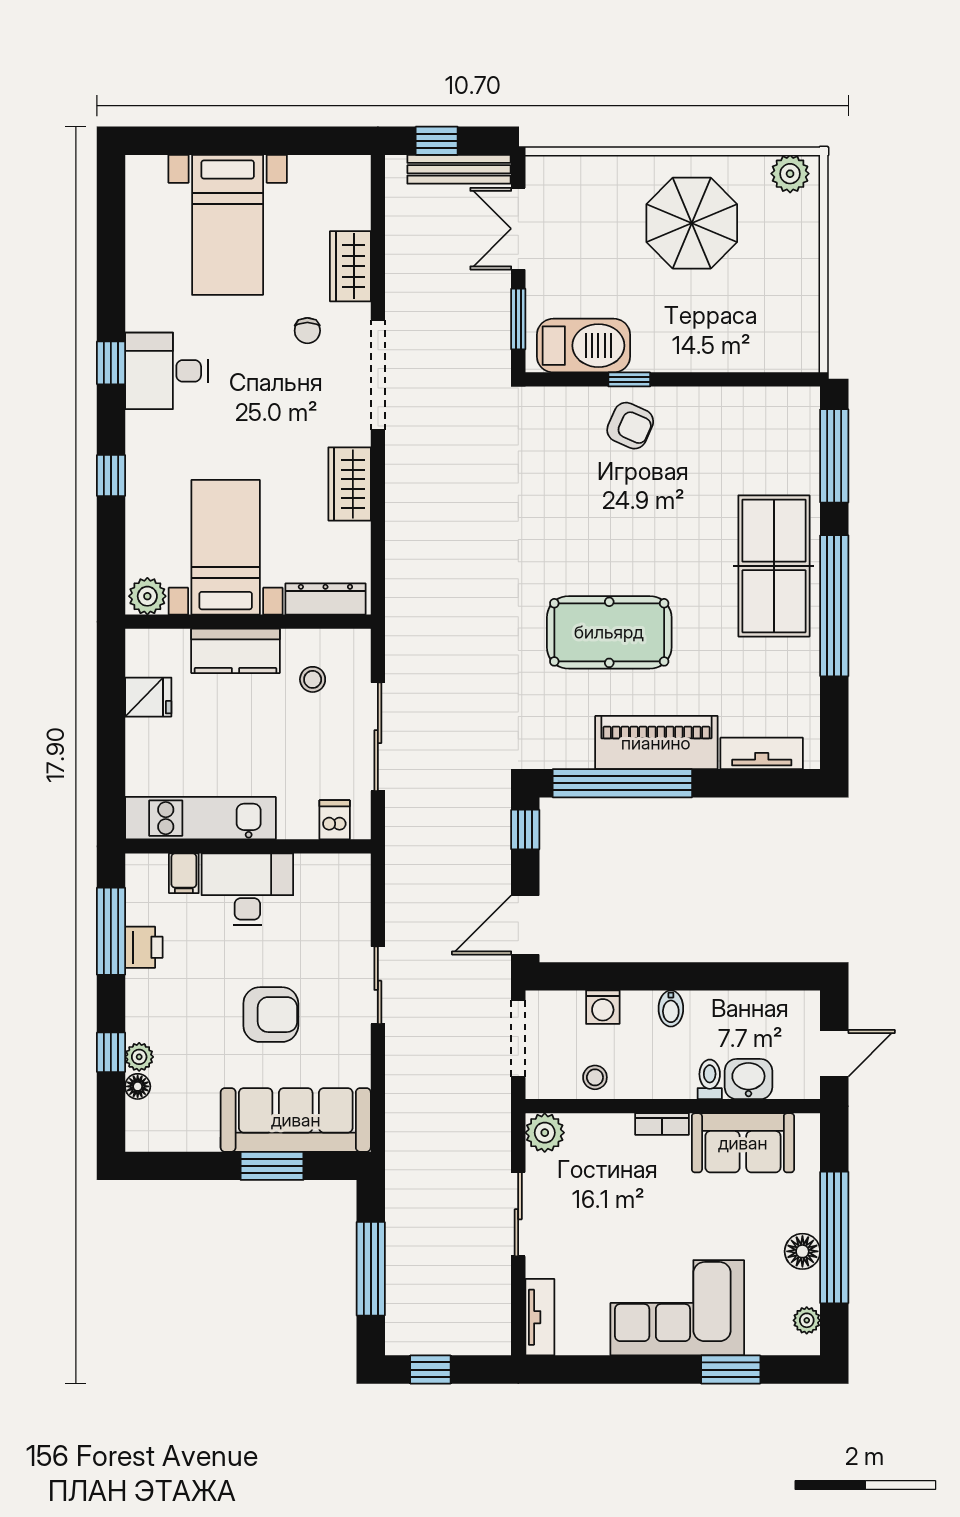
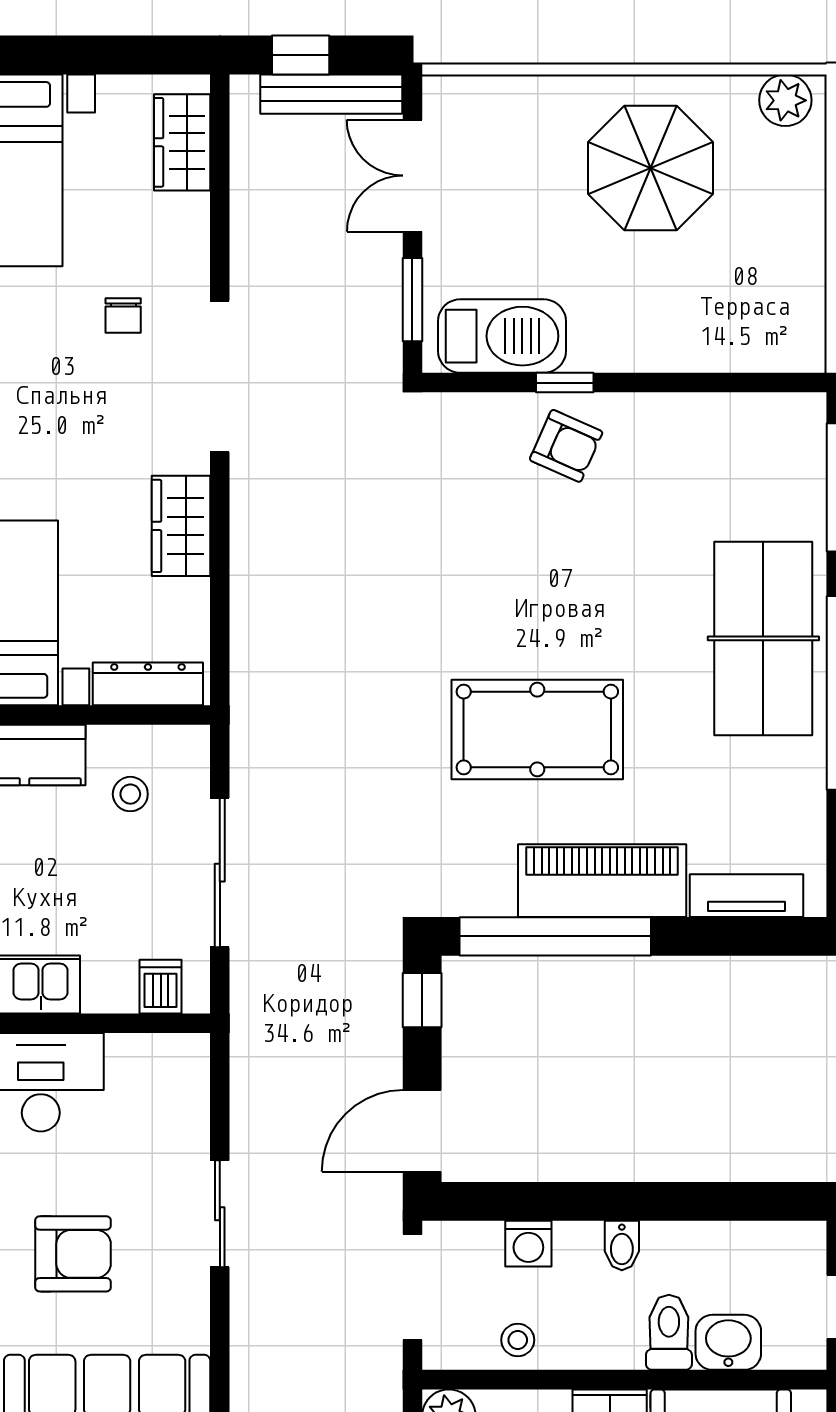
wardrobe: (350, 266) -> (182, 142), moved
toilet: (710, 1079) -> (669, 1332), width x1.37, depth x1.39

